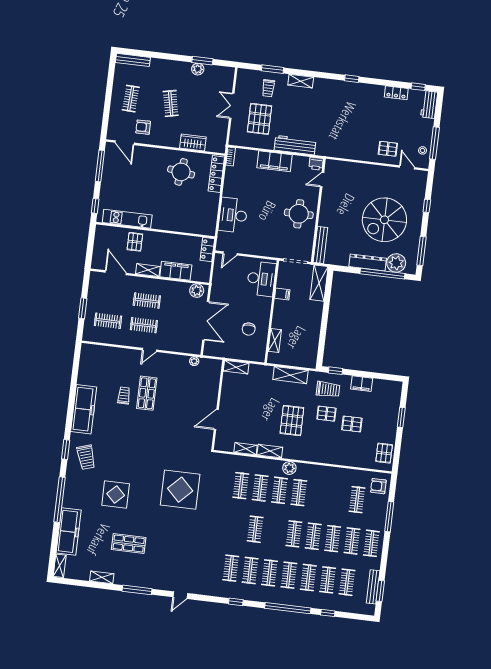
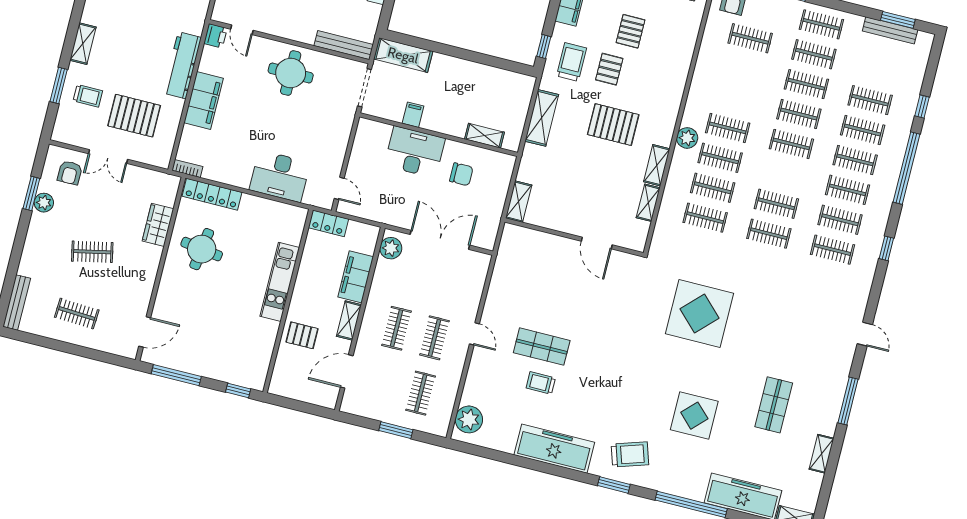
armchair: (143, 127) -> (70, 173), moved
kitchen unit: (127, 219) -> (280, 282), moved
desk: (261, 279) -> (415, 152), moved
plant: (194, 361) -> (469, 419), moved, width x1.87, depth x1.87
clothes rail: (347, 582) -> (769, 234), moved

